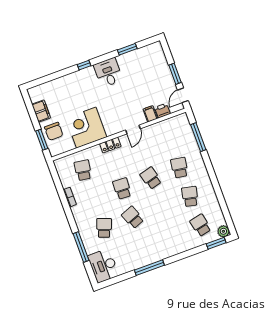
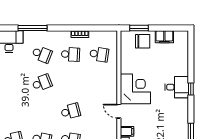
desk: (108, 73) -> (177, 87), moved
corner desk: (86, 128) -> (135, 89), moved
chair: (54, 131) -> (143, 41), turned 180
locker: (110, 145) -> (112, 86), removed
school desk: (122, 189) -> (71, 54), moved

